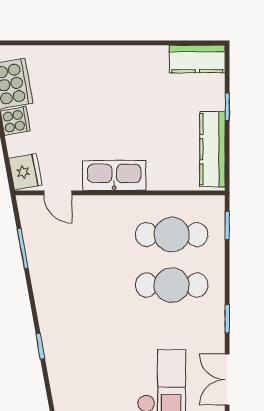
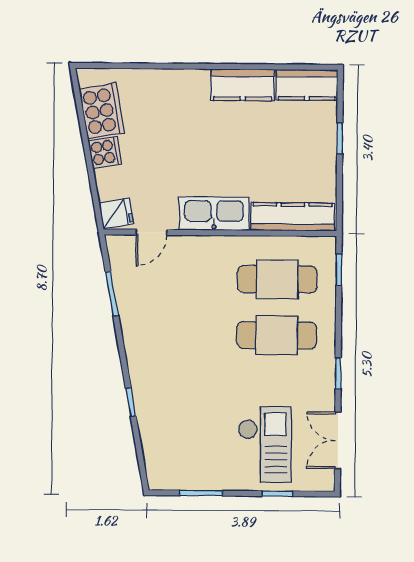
kitchen counter: (139, 59) -> (243, 85), added
kitchen counter: (212, 149) -> (293, 217), moved, turned 90
fridge: (25, 172) -> (116, 213), width x0.72
door: (58, 193) -> (151, 232), hinge flipped

